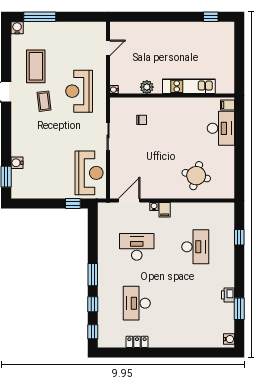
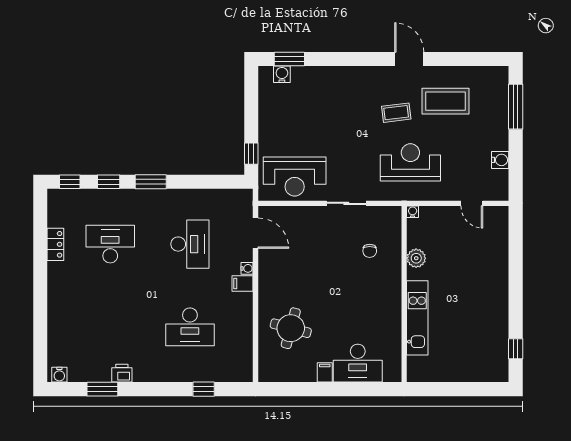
water cooler: (17, 28) -> (500, 160), moved
filing cabinet: (227, 105) -> (325, 372), moved
water cooler: (17, 163) -> (282, 74), moved

